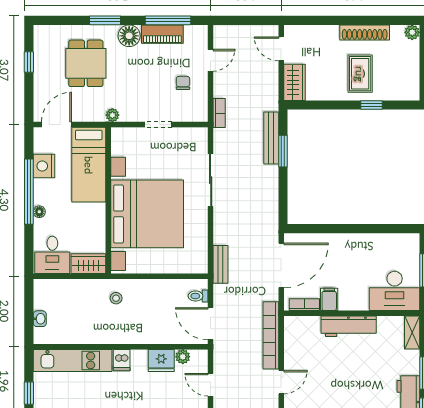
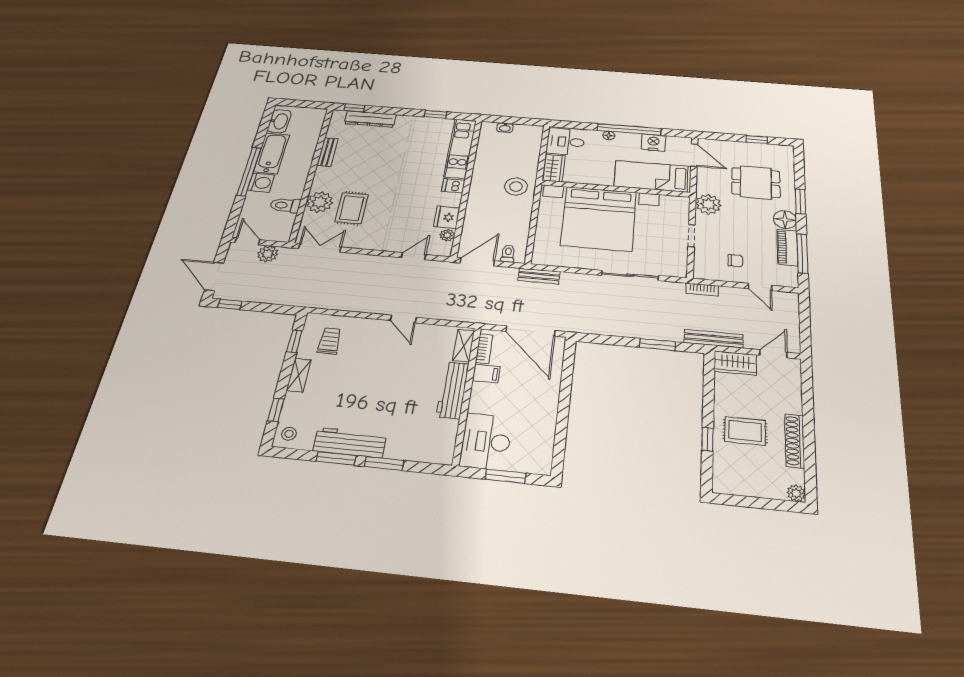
plant: (112, 115) -> (708, 204), width x1.87, depth x1.87
bench: (271, 138) -> (713, 339), moved
stool: (116, 298) -> (516, 187), width x1.89, depth x1.89
shelving: (412, 333) -> (464, 346), moved, turned 90
bookcase: (271, 335) -> (456, 314), removed

